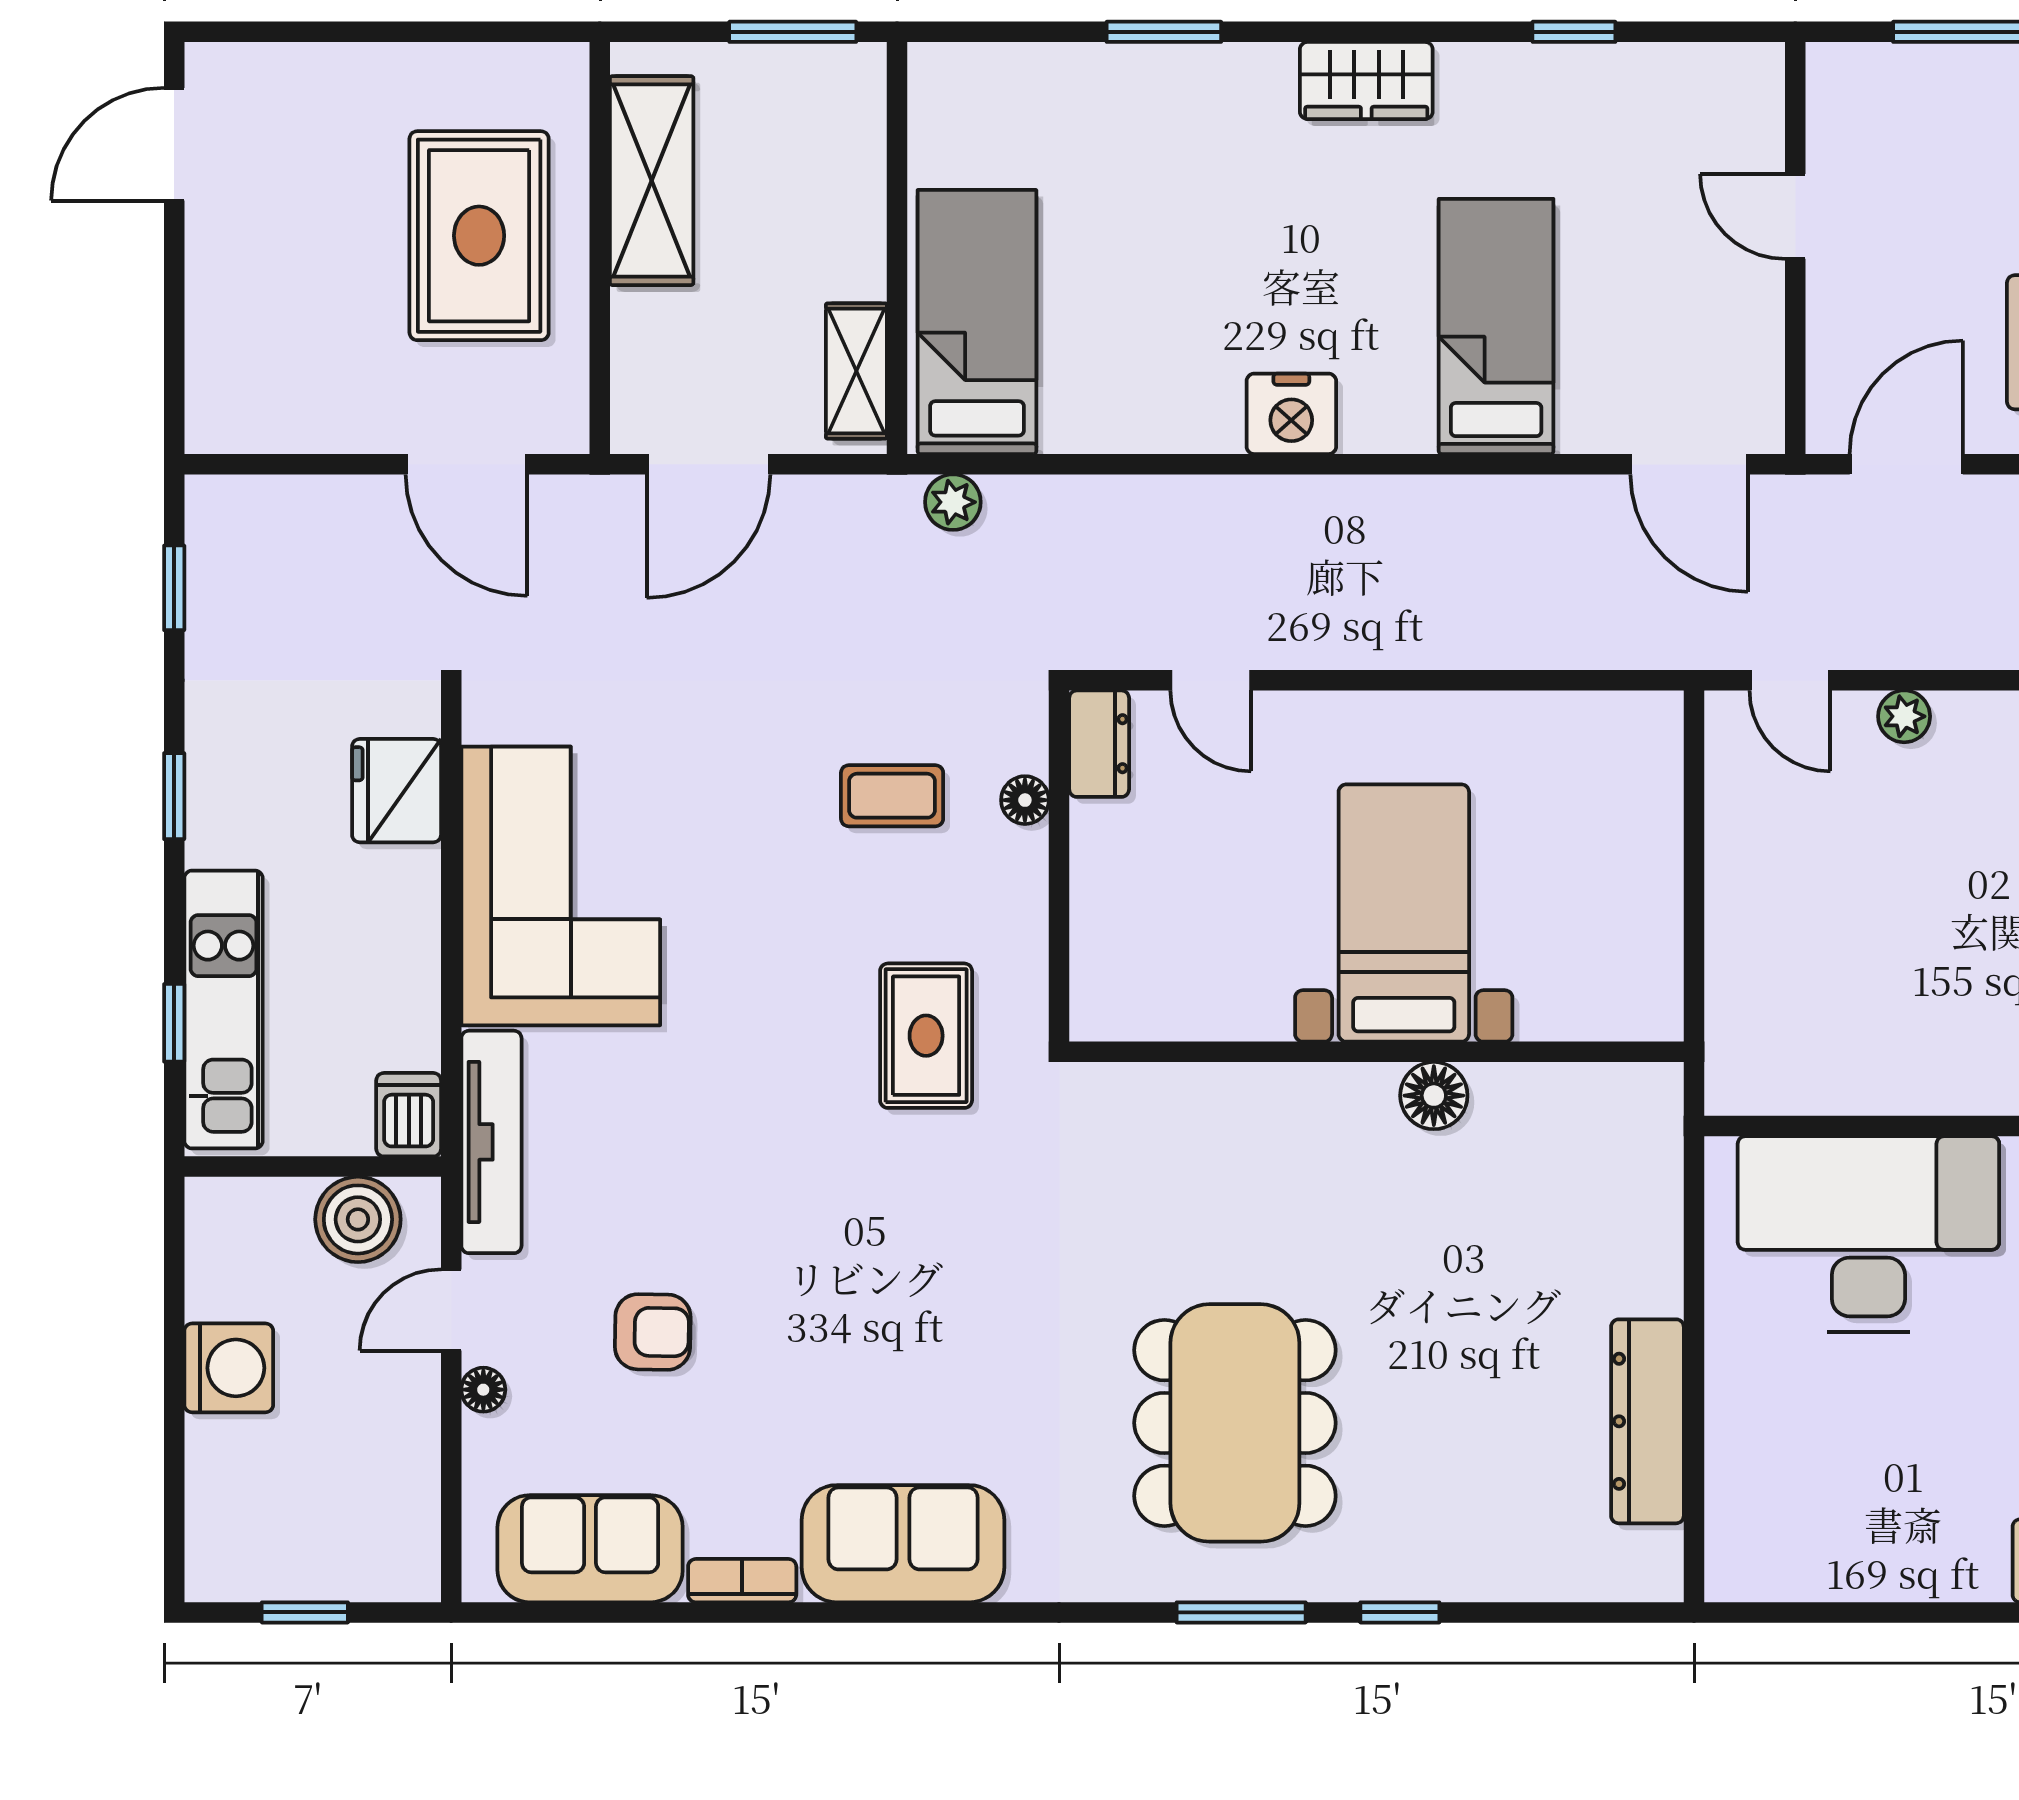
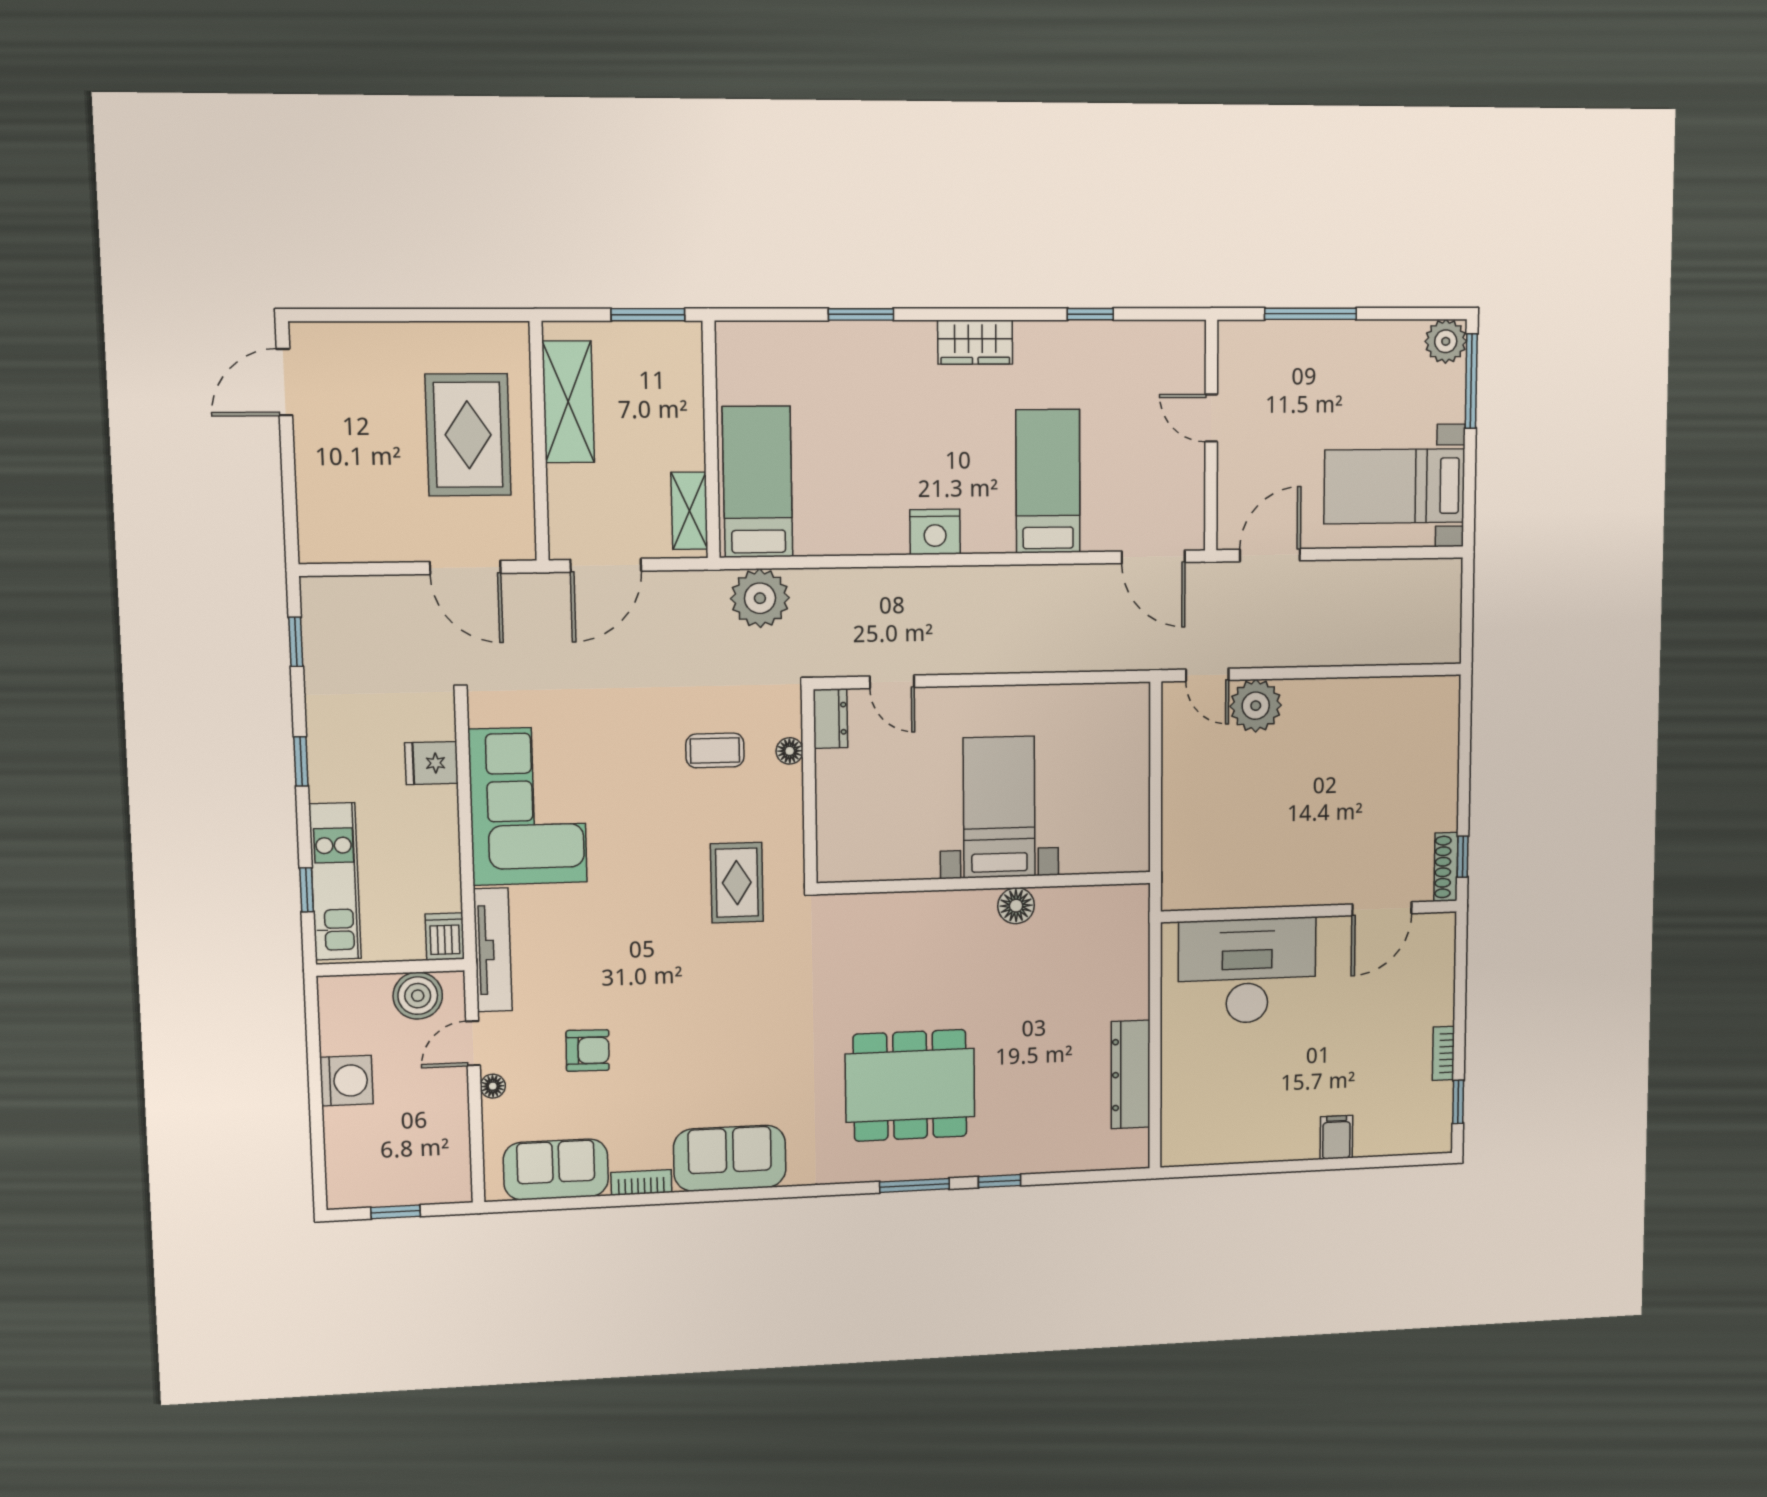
plant: (953, 502) -> (760, 598), width x1.88, depth x1.88
plant: (1904, 716) -> (1256, 706), width x1.87, depth x1.87
fridge: (397, 791) -> (431, 763), width x0.72
dining table: (1235, 1423) -> (910, 1085), turned 90

